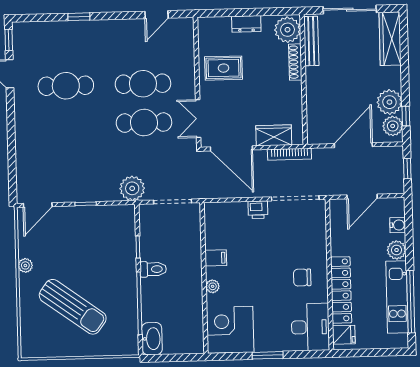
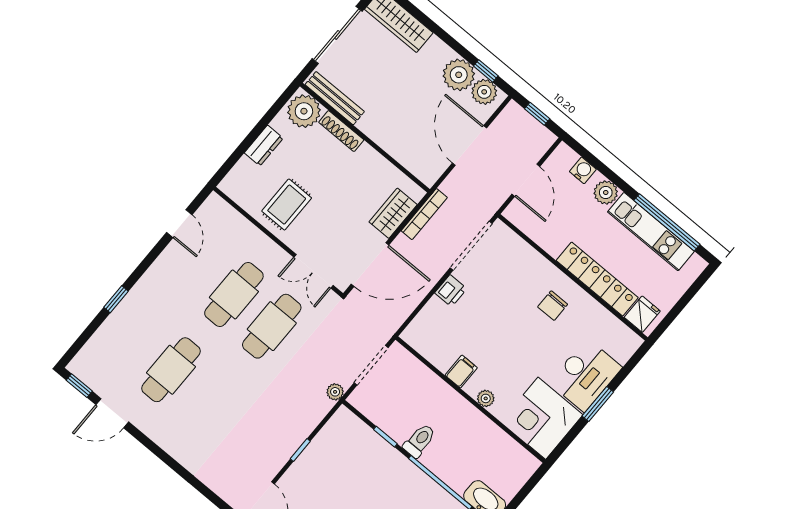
plant: (132, 188) -> (335, 392), width x0.53, depth x0.53
desk: (310, 327) -> (586, 375), moved, turned 90

